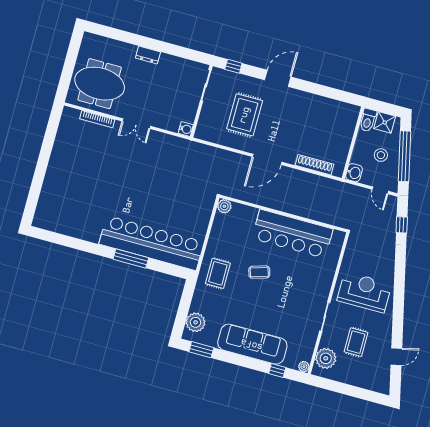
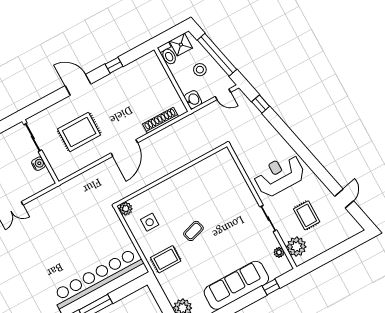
window: (233, 66) -> (114, 65), moved
door: (278, 78) -> (78, 85), hinge flipped
rug: (245, 115) -> (79, 132), turned 90
water cooler: (186, 129) -> (39, 164), moved
side table: (233, 234) -> (150, 222), added
bar counter: (293, 234) -> (191, 183), removed
rug: (218, 273) -> (166, 259), turned 90
plant: (304, 367) -> (279, 252), moved

